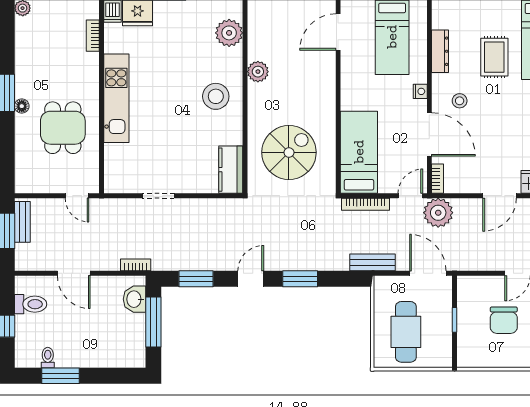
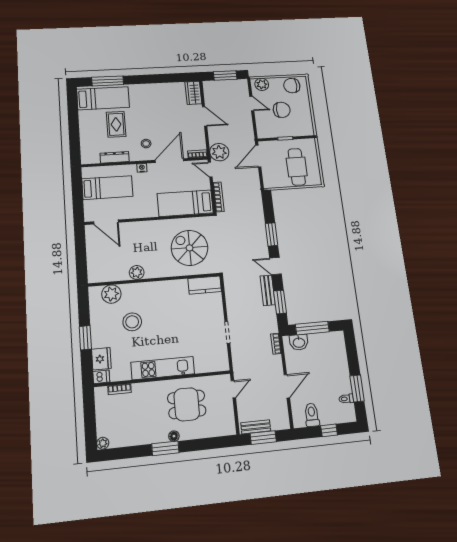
rug: (494, 57) -> (116, 124), turned 90
stool: (216, 96) -> (132, 322), moved
bench: (373, 262) -> (268, 290), moved
cafe table: (406, 332) -> (297, 167), turned 90

